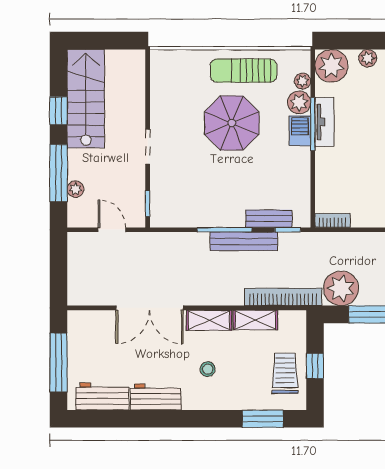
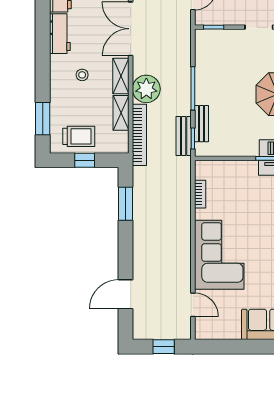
bookcase: (332, 220) -> (200, 194), moved
bench: (244, 241) -> (184, 136), moved, width x0.73
plant: (341, 288) -> (146, 89), moved

